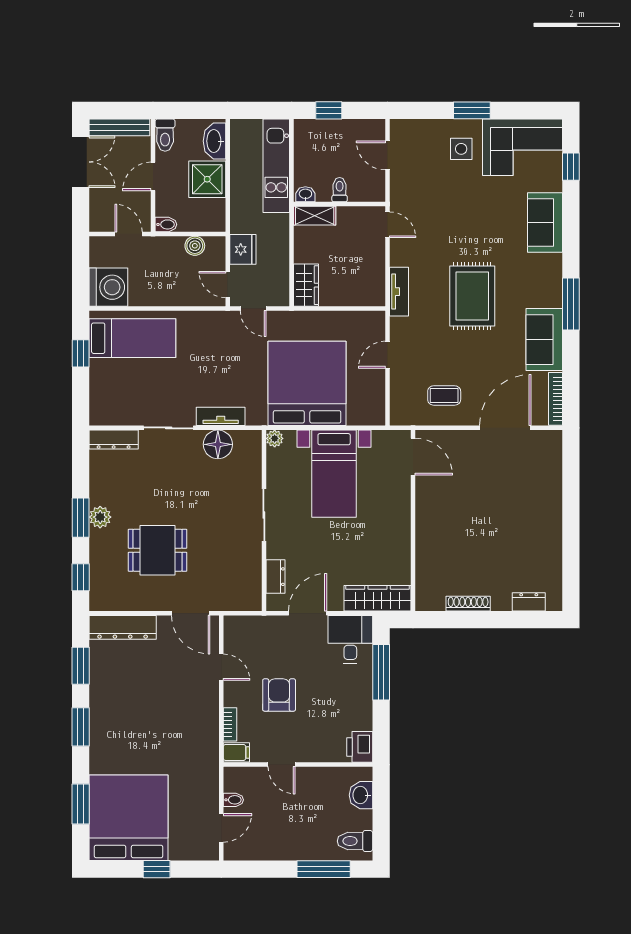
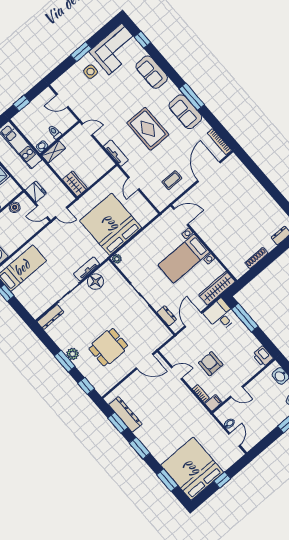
sofa: (544, 340) -> (185, 112), moved
bed with nightstands: (334, 474) -> (184, 259), moved, turned 90
dresser: (123, 627) -> (125, 414), moved, turned -90

